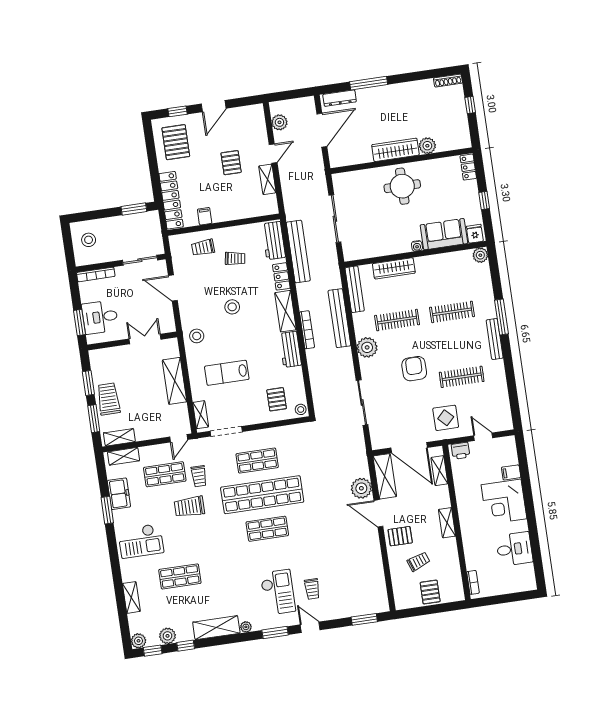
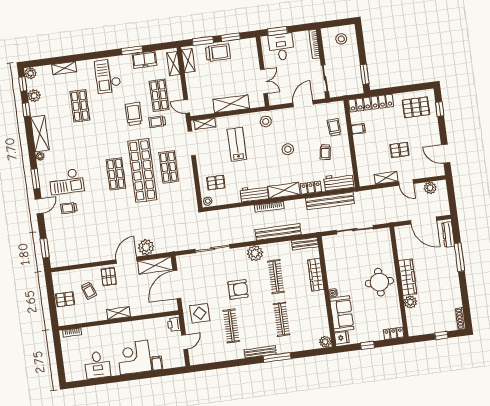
door: (214, 106) -> (446, 154), moved
bench: (355, 289) -> (305, 244), width x0.73
shelving: (439, 471) -> (159, 308), removed

